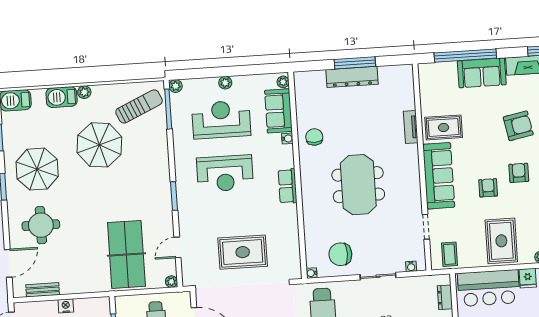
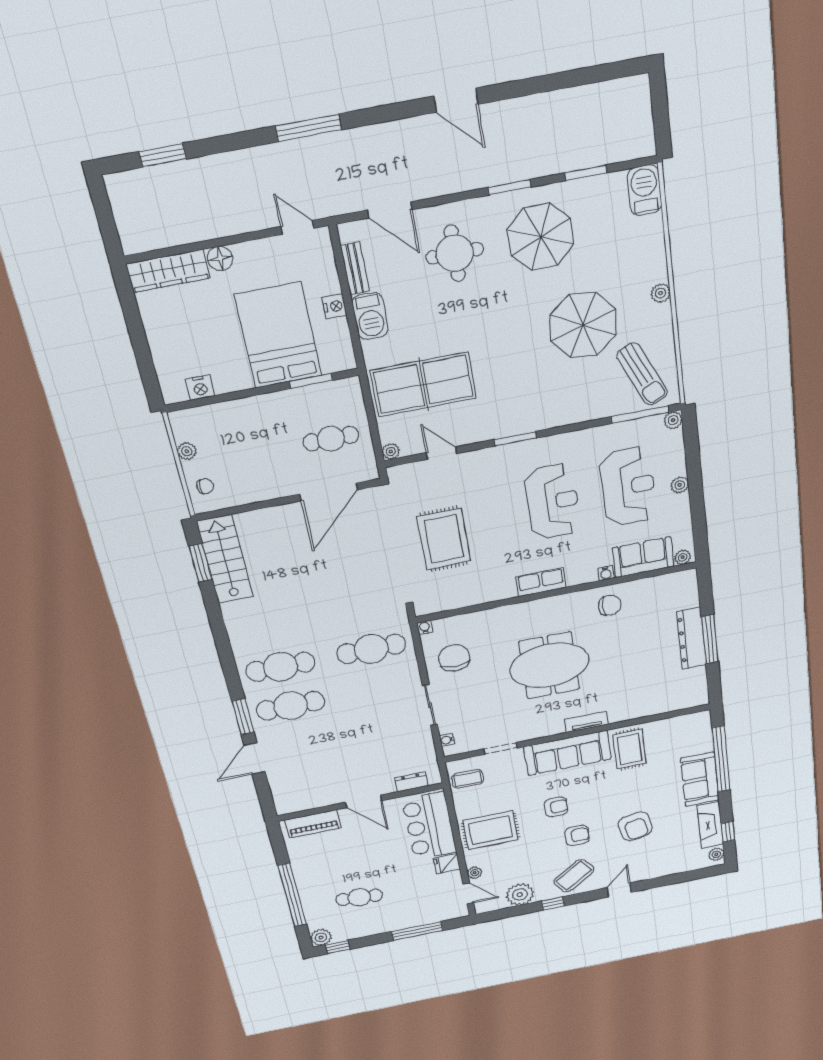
barbecue: (62, 97) -> (370, 316), moved, turned 180
tv unit: (411, 127) -> (586, 722), moved
reception desk: (225, 173) -> (553, 502), turned 180

